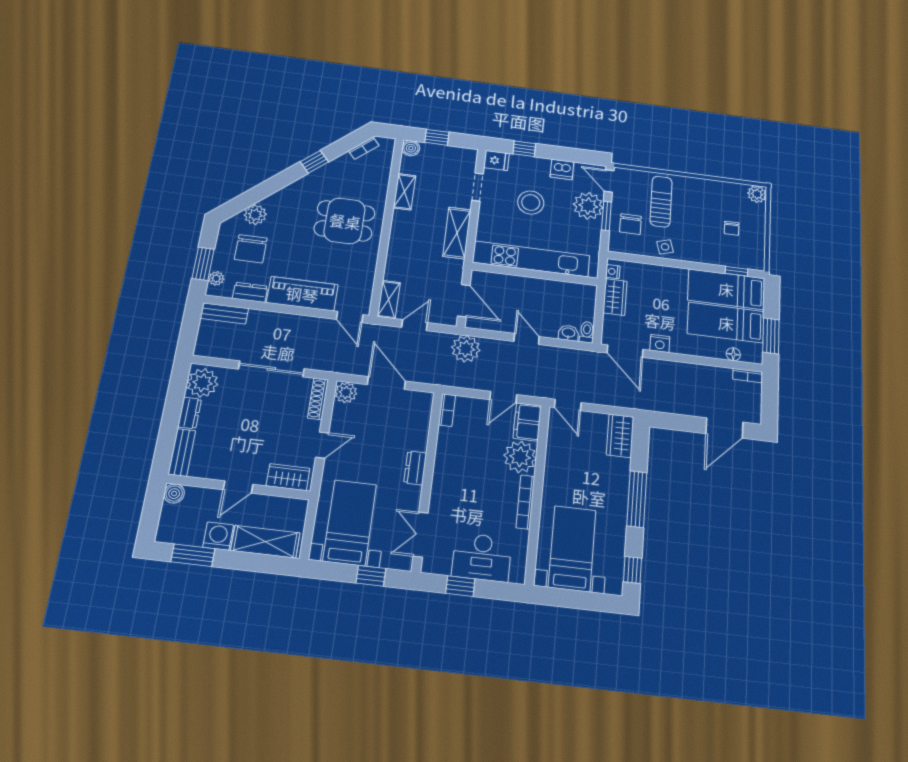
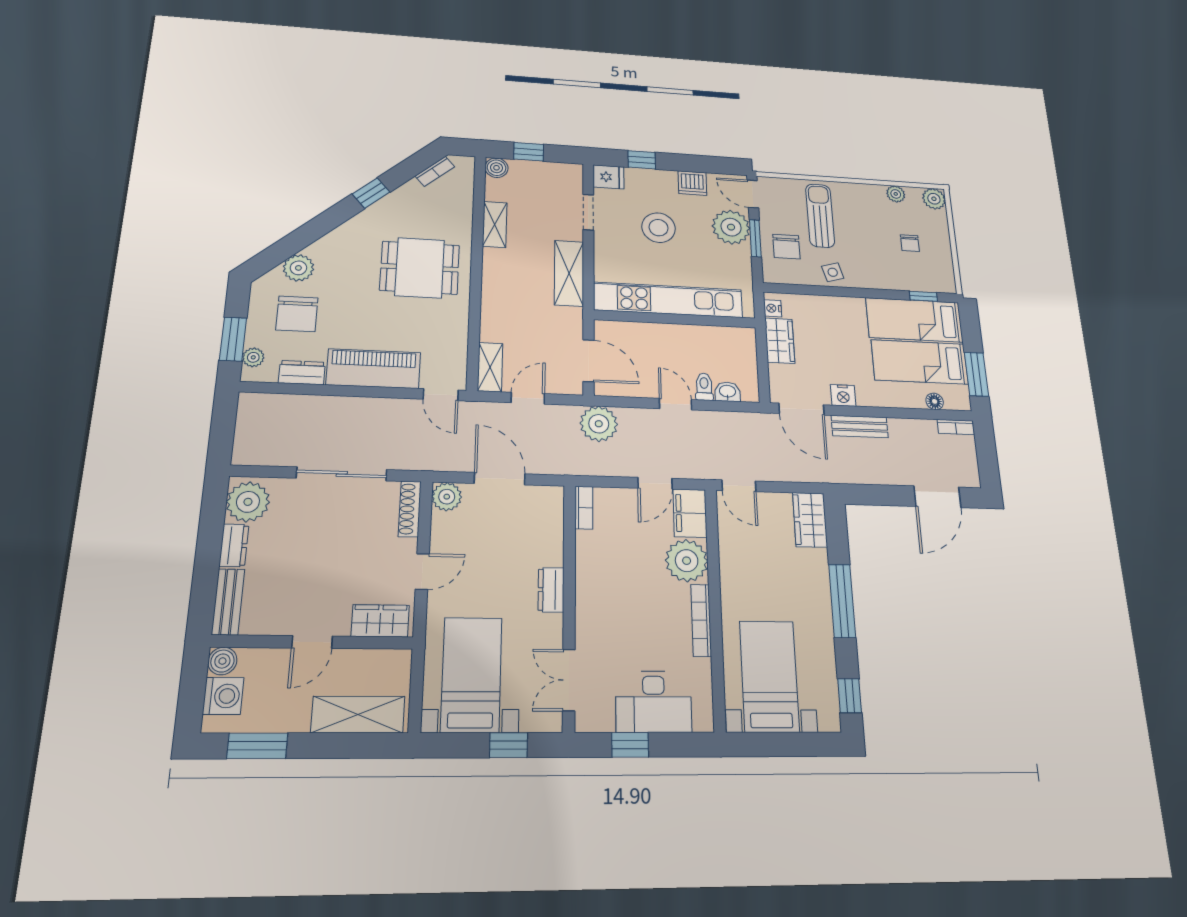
plant: (726, 188) -> (896, 194), added
bench: (224, 313) -> (860, 426), moved
toilet: (587, 332) -> (704, 387), moved
washing machine: (218, 536) -> (223, 696), moved, turned 90

